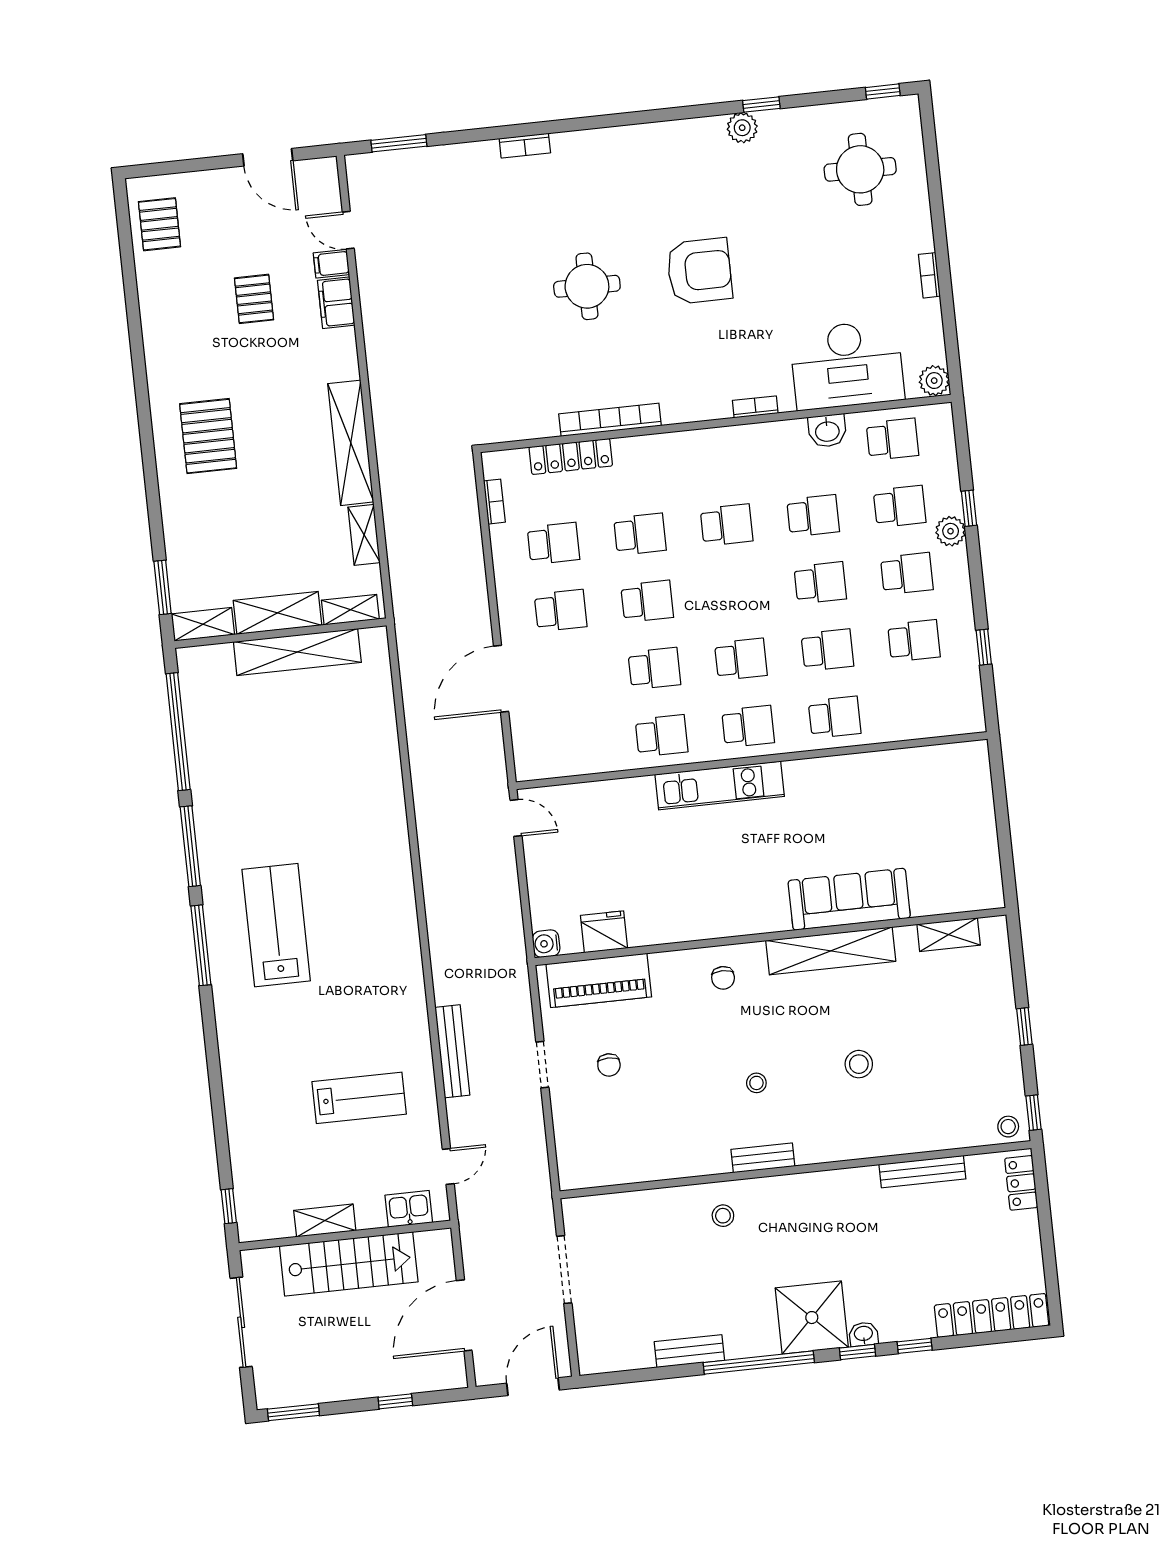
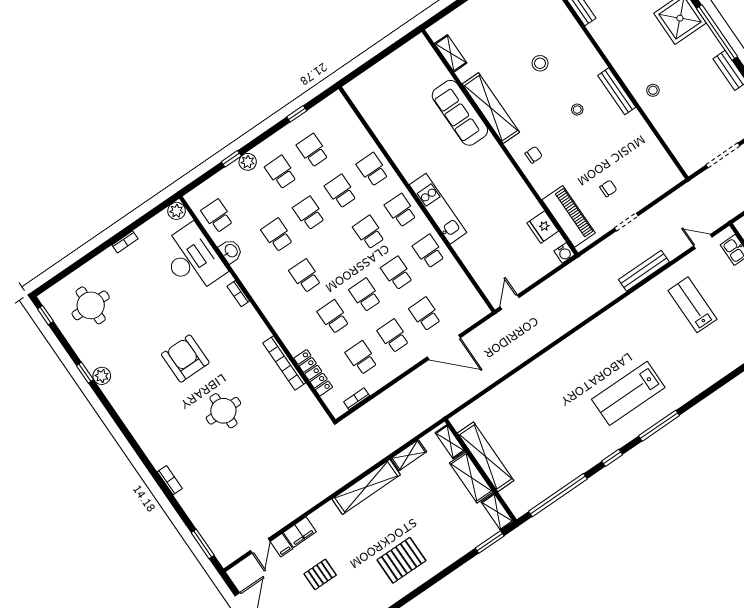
school desk: (900, 506) -> (425, 314), moved
window: (190, 846) -> (612, 458), width x0.46
bench: (763, 1158) -> (617, 91), width x1.36

